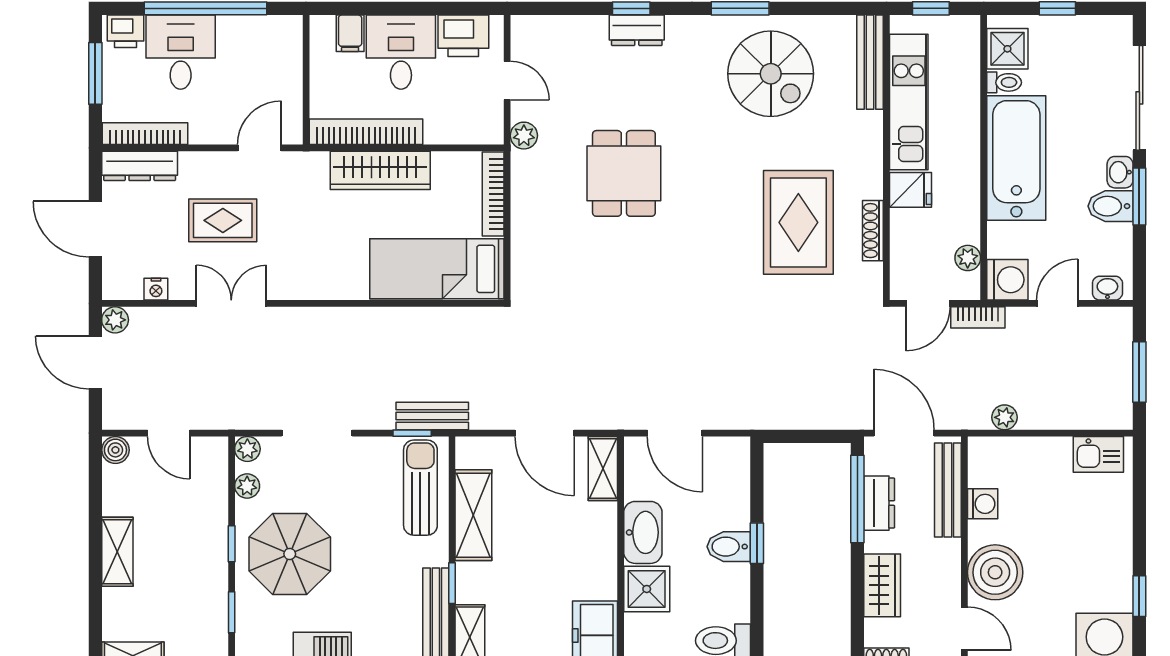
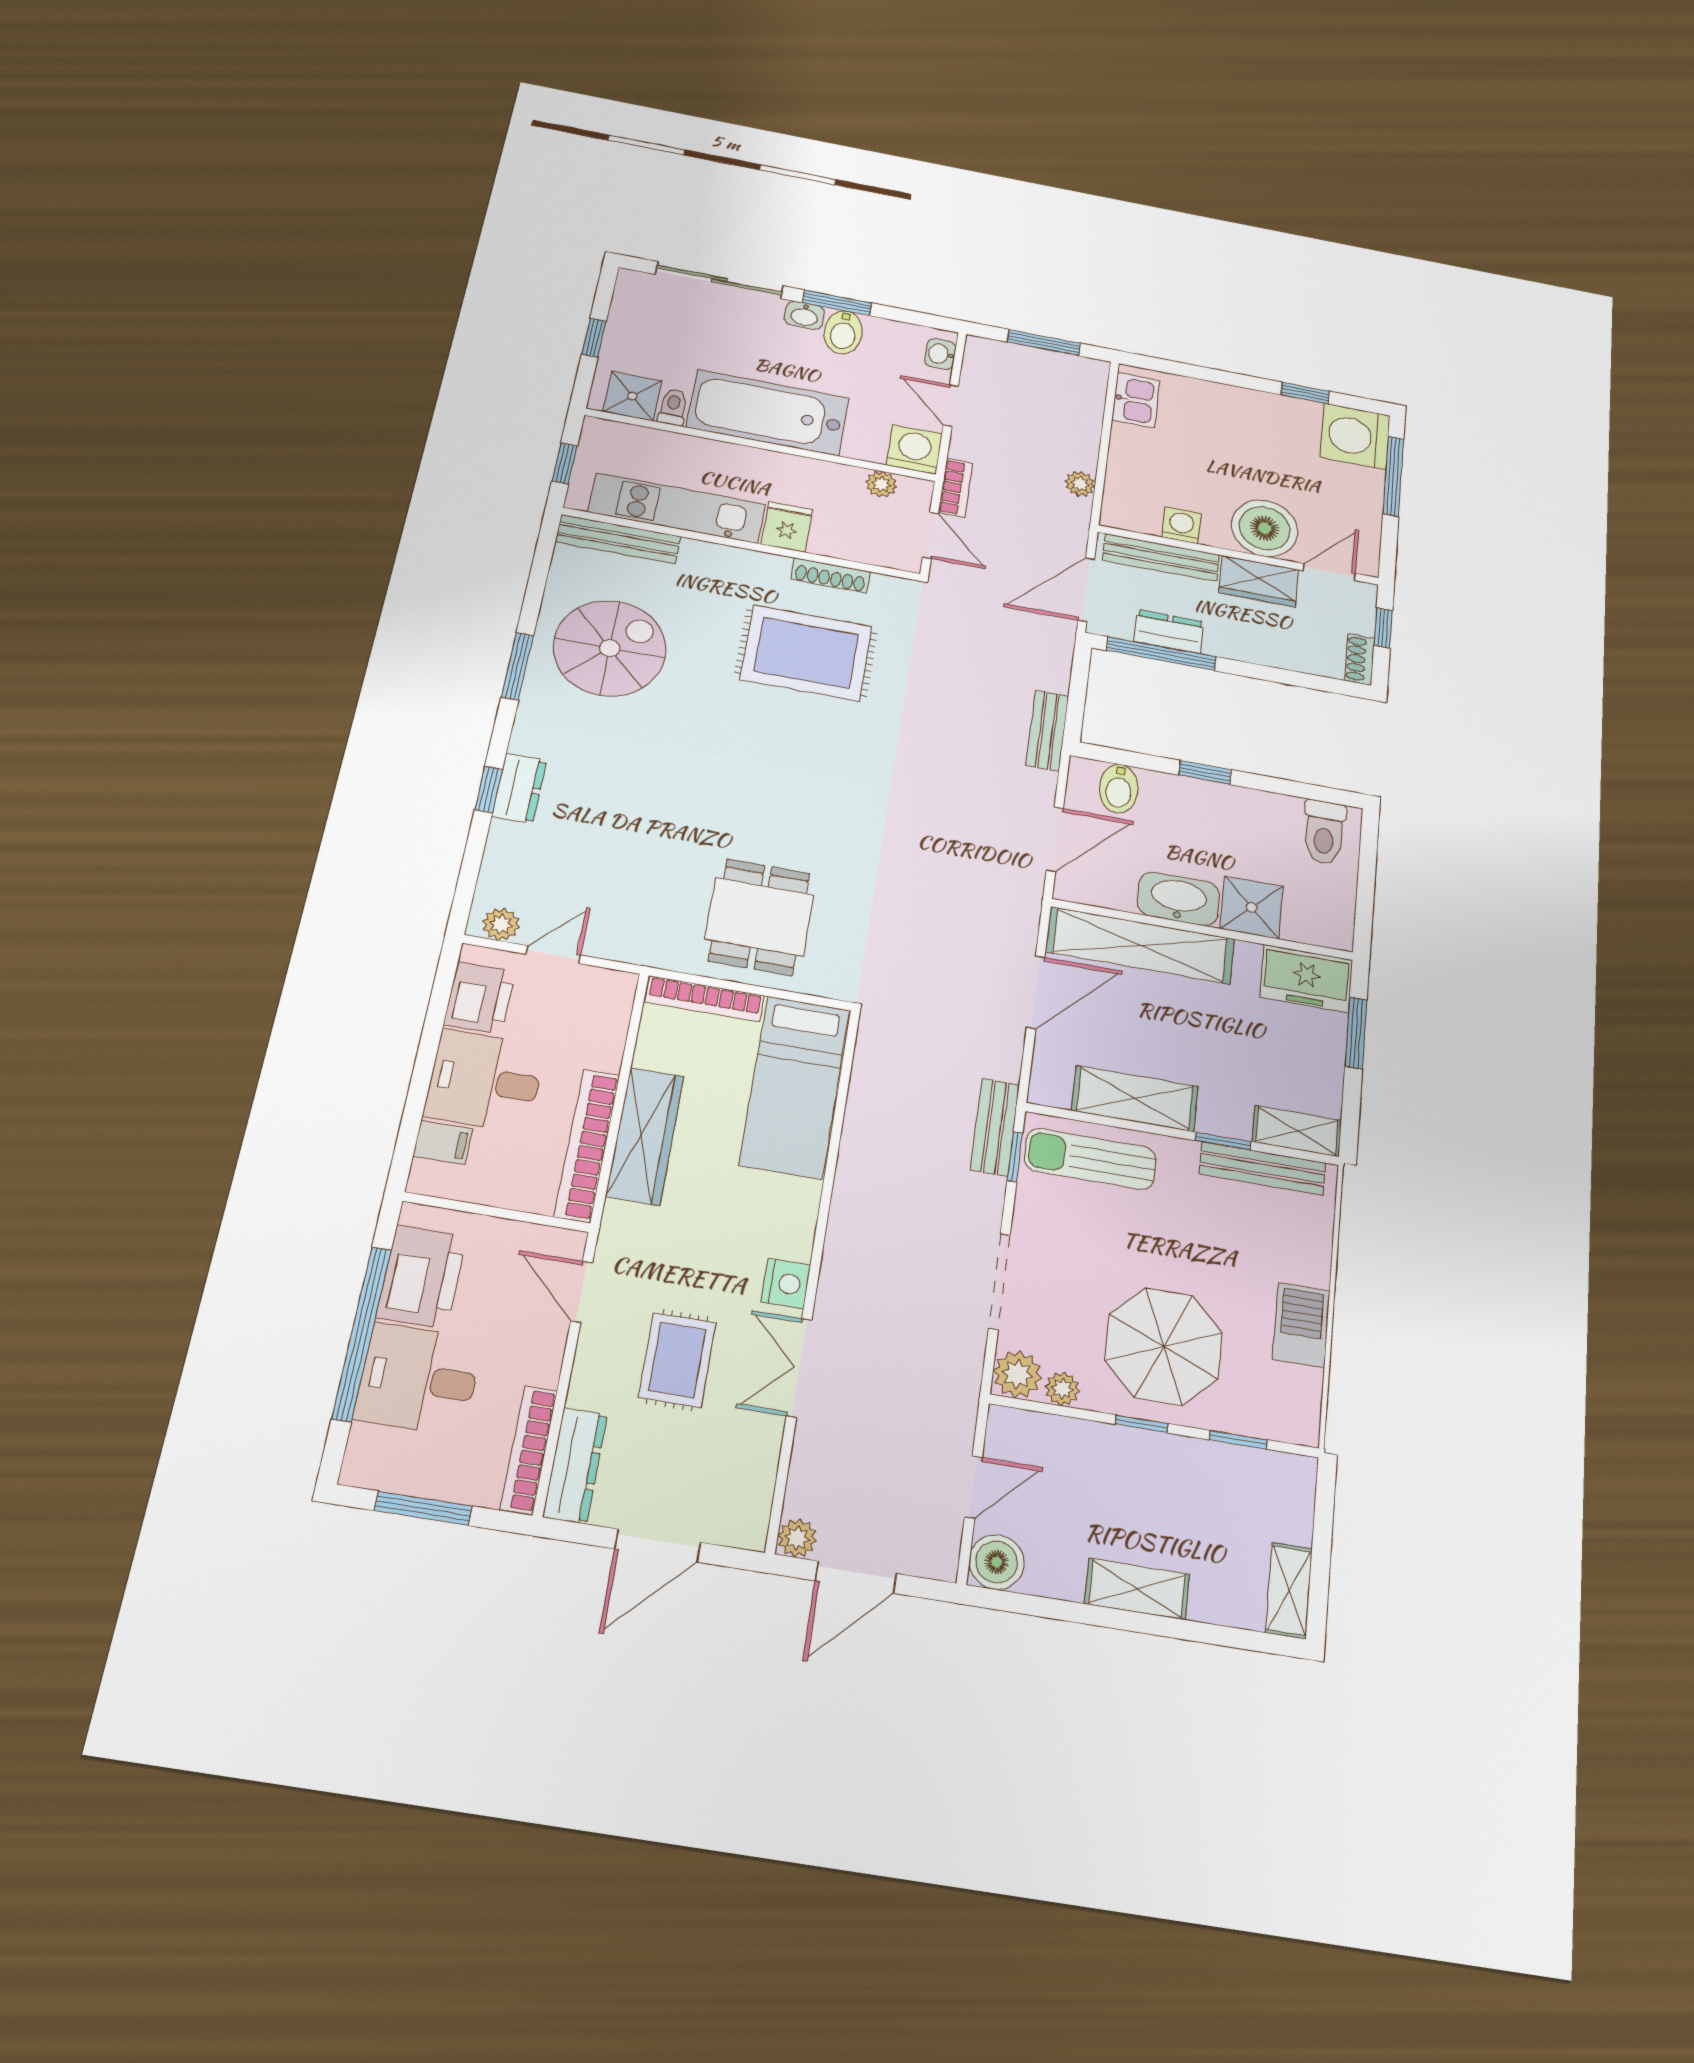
printer: (125, 31) -> (422, 1277), moved, width x1.87, depth x1.48
plant: (524, 136) -> (501, 924), moved
dining table: (624, 173) -> (759, 917), moved, turned 90
nightstand: (156, 289) -> (786, 1283), moved, width x1.39, depth x1.35
bench: (768, 417) -> (1047, 731), added
plant: (247, 449) -> (1017, 1374), width x1.38, depth x1.38
boiler: (115, 450) -> (997, 1562), width x1.36, depth x1.36
shelving: (603, 468) -> (1140, 945), width x2.20, depth x1.33
bidet: (729, 547) -> (1119, 789), moved
wardrobe: (882, 585) -> (1259, 581), moved, turned 180

